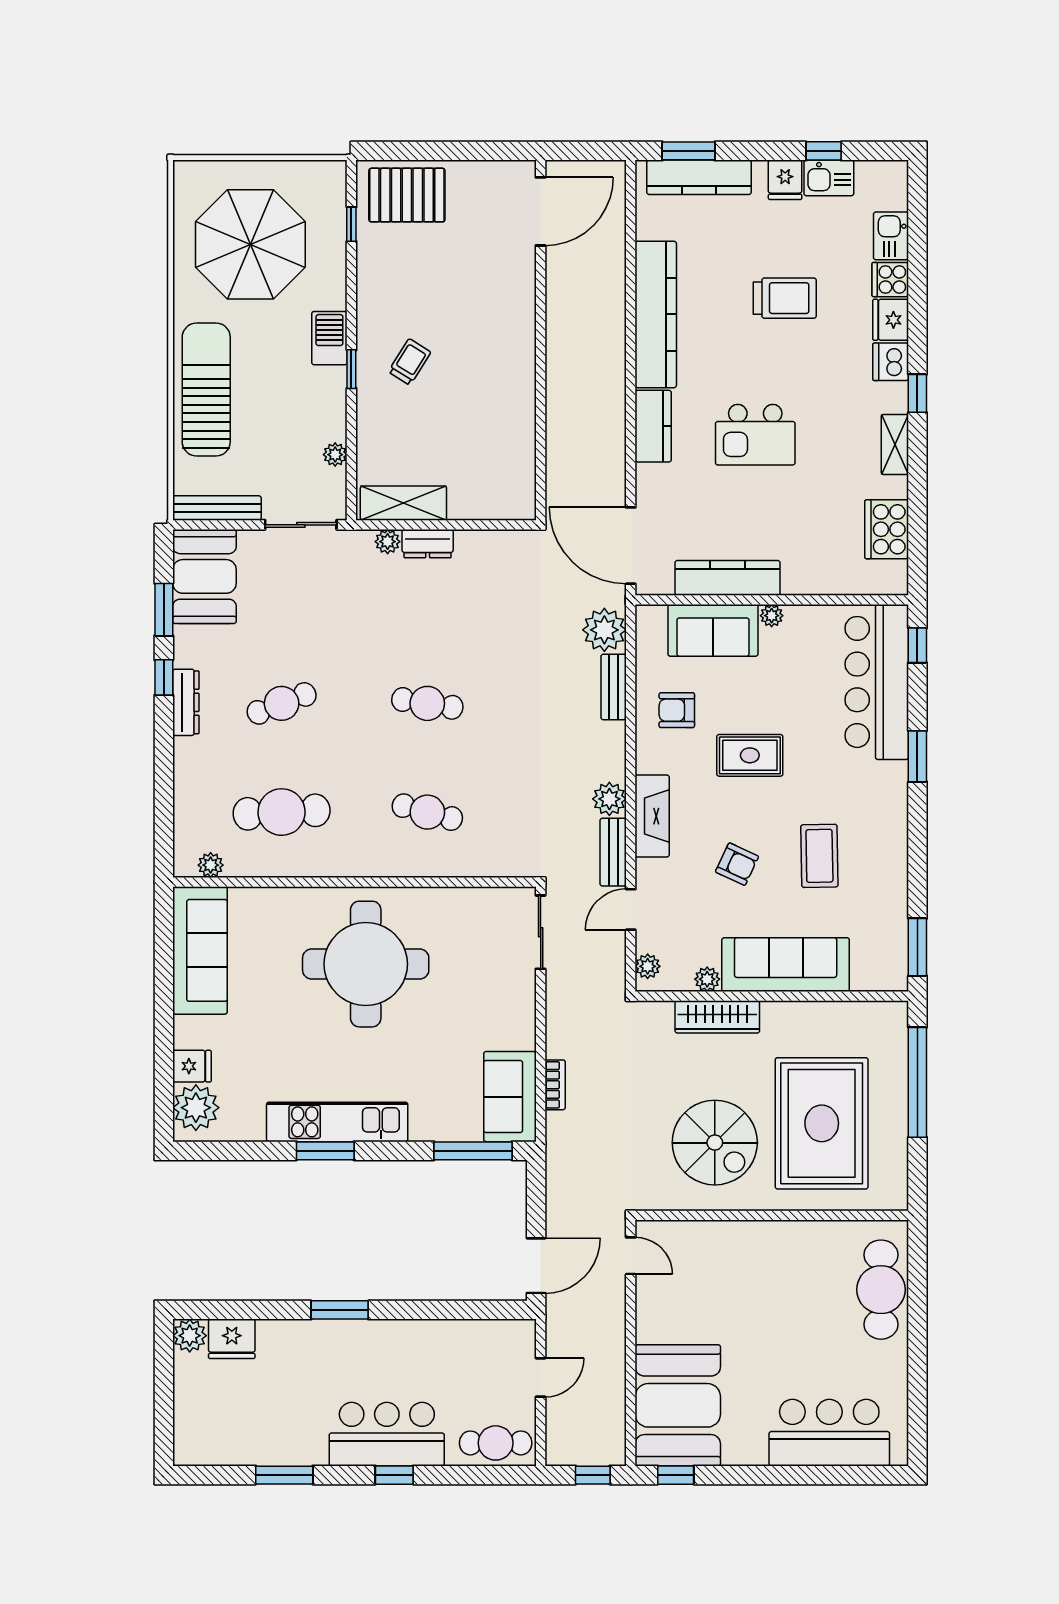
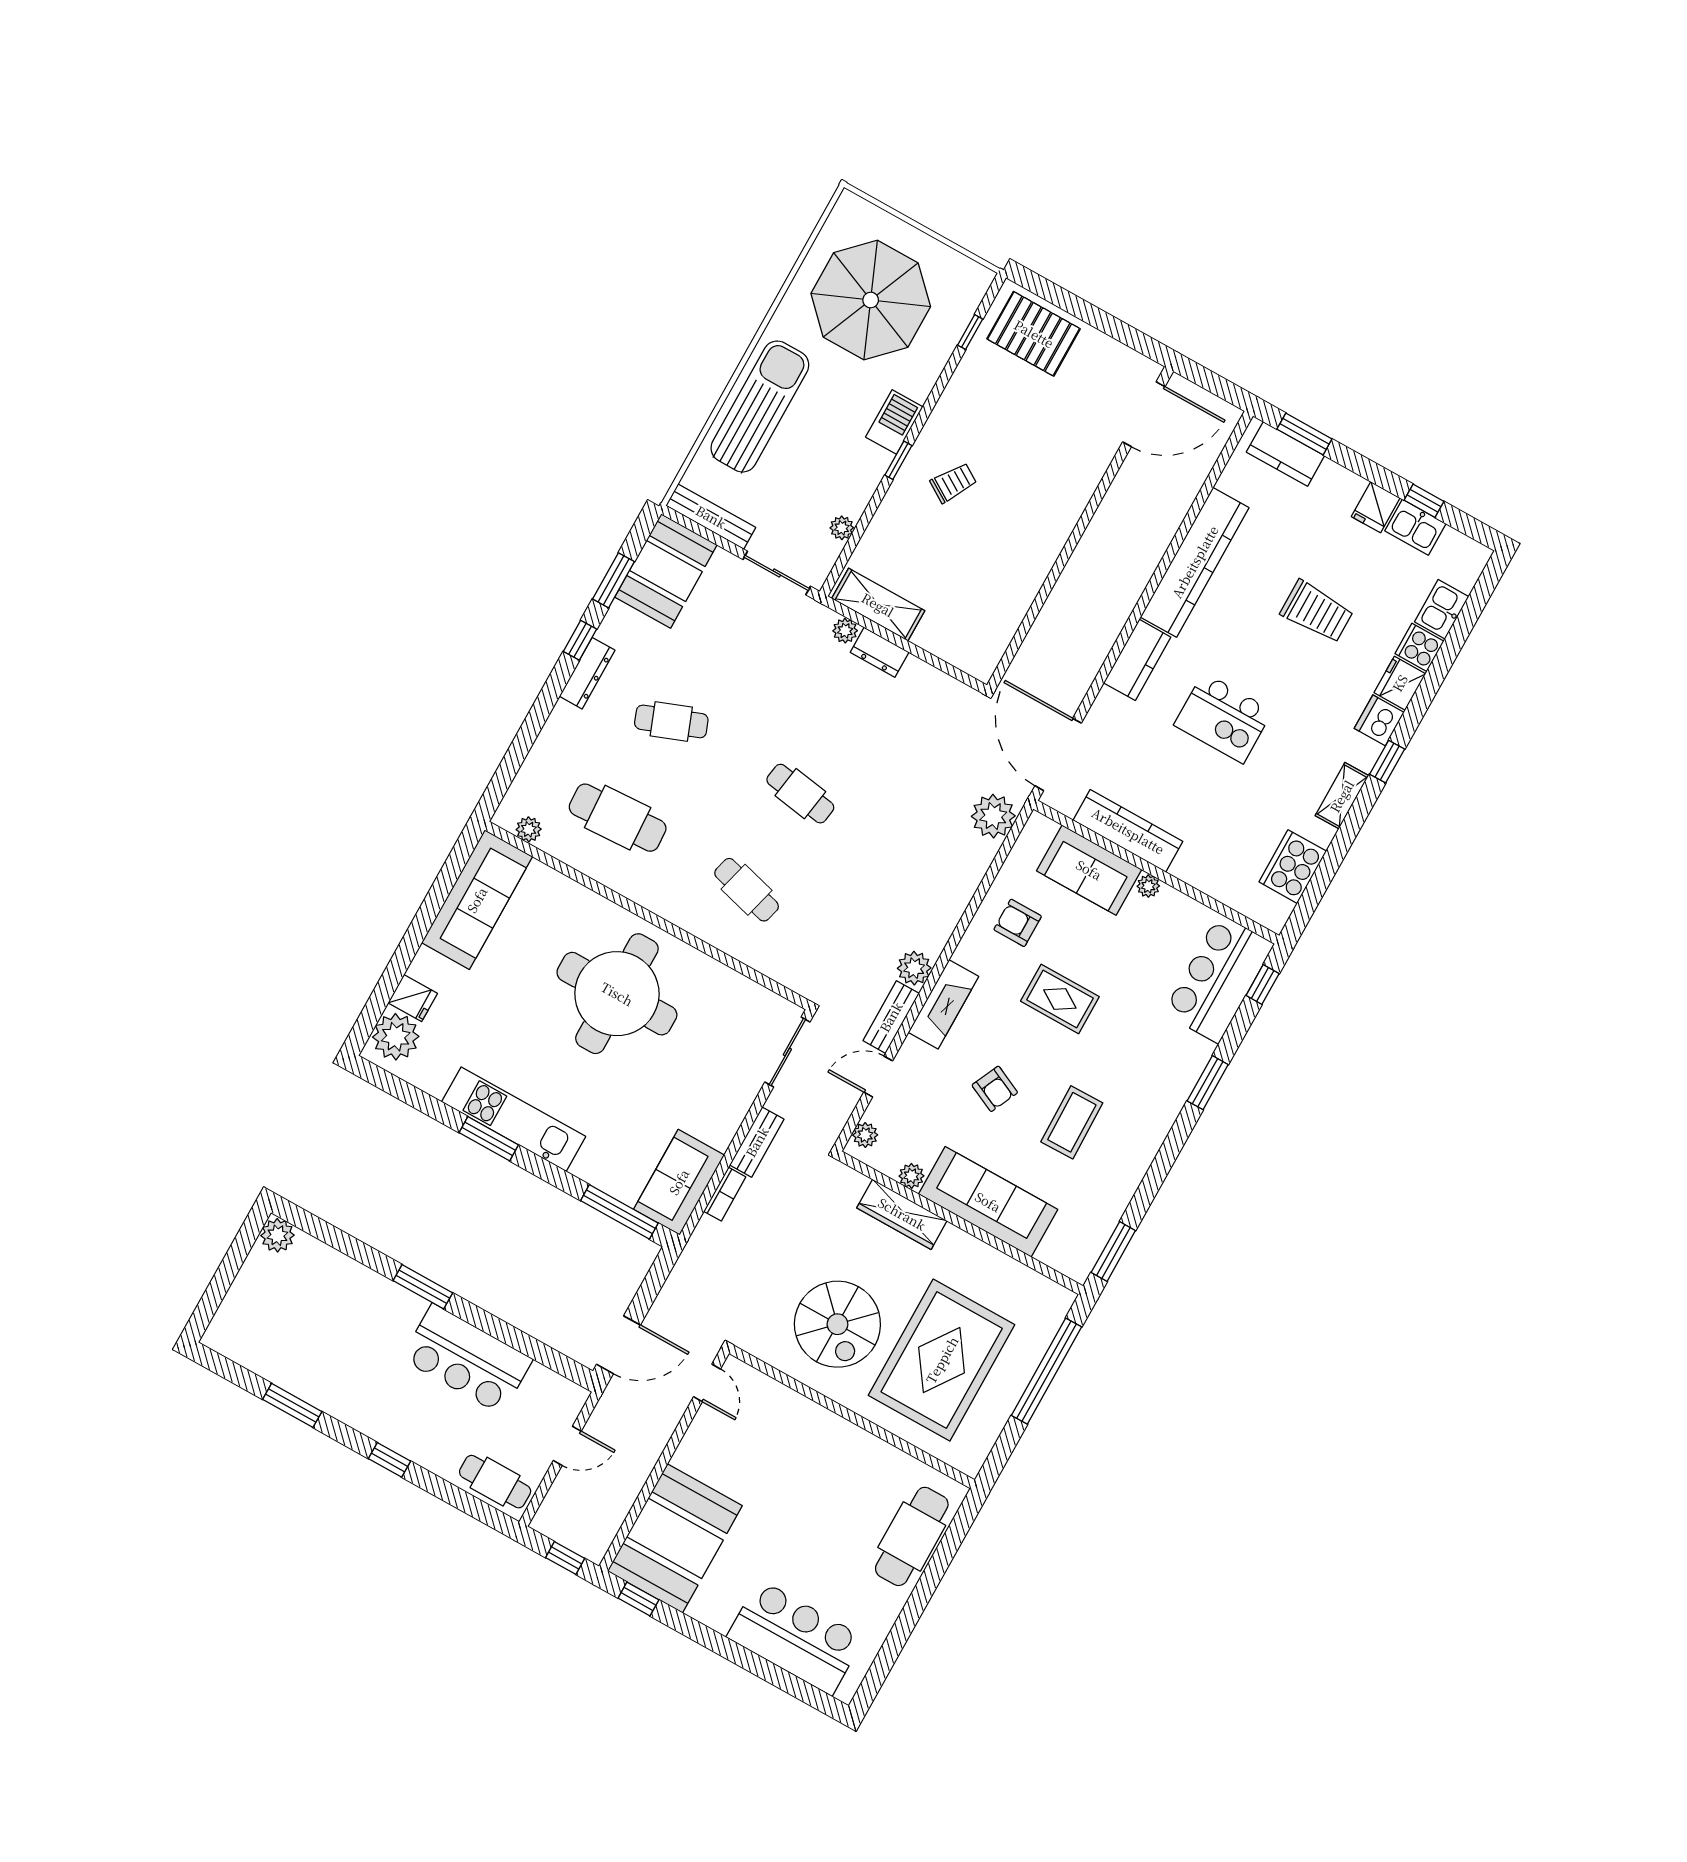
kitchen counter: (699, 177) -> (1285, 454), width x0.67
bar counter: (877, 682) -> (1219, 978), width x0.73
bench: (614, 687) -> (757, 1142), moved
fridge: (232, 1339) -> (313, 1259), removed
bar counter: (387, 1434) -> (467, 1359), moved, turned 180

